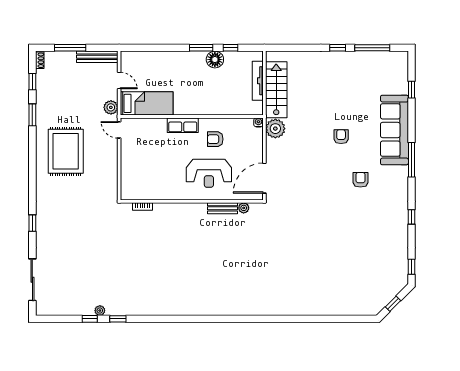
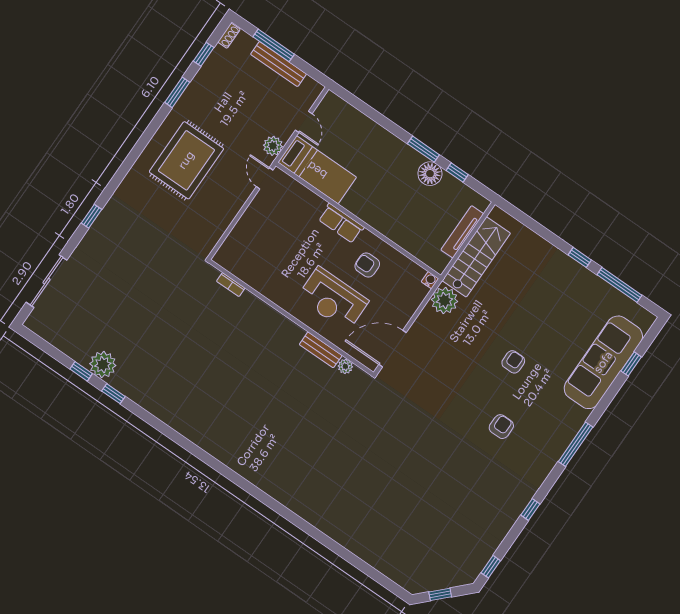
bench: (97, 57) -> (279, 64), moved
sofa: (394, 130) -> (603, 362), moved
plant: (100, 311) -> (103, 365), width x1.87, depth x1.87

